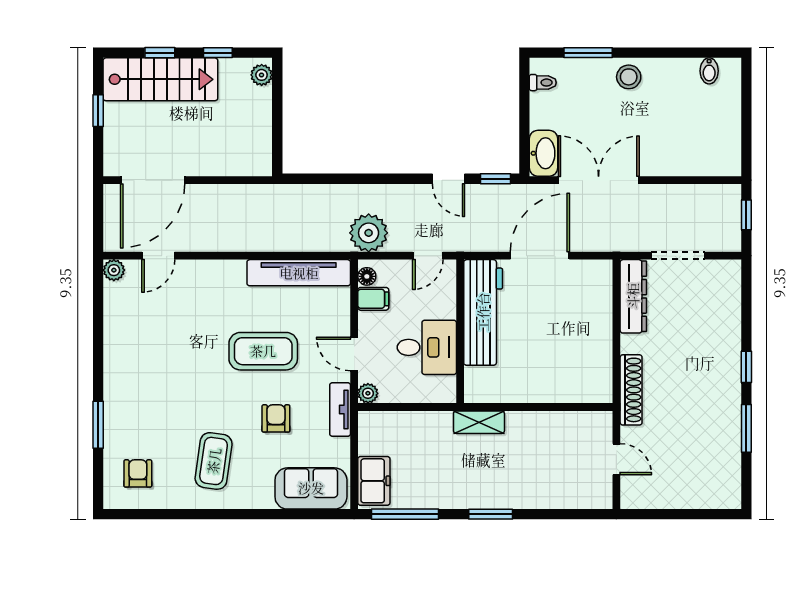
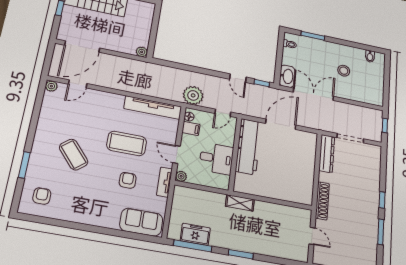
plant: (262, 75) -> (142, 52), moved
stool: (629, 77) -> (344, 71), moved
coffee table: (214, 461) -> (74, 155), moved, turned -48
freezer: (374, 481) -> (195, 234), moved, turned -90

